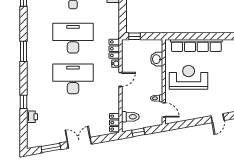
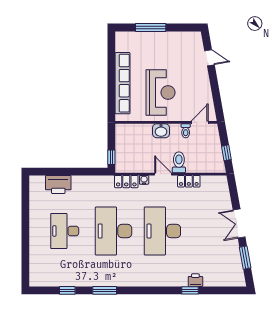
window: (23, 51) -> (105, 290), moved
washbasin: (157, 59) -> (161, 131), moved
reception desk: (189, 77) -> (160, 93), turned 180
printer: (32, 117) -> (195, 280), moved
toilet: (130, 117) -> (179, 162), moved
locker: (115, 123) -> (189, 181), moved

